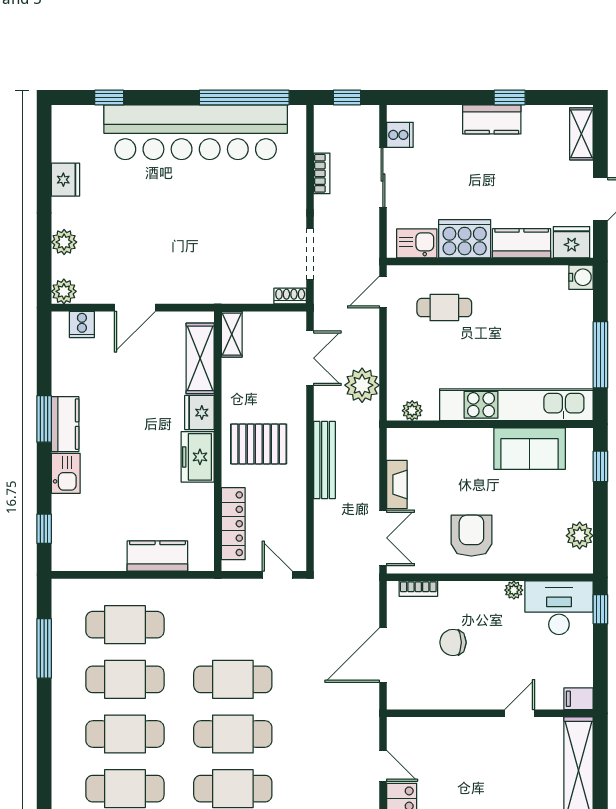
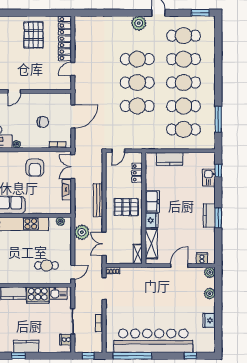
kitchen sink: (66, 473) -> (209, 178), moved
locker: (233, 524) -> (137, 173), width x0.66
door: (277, 575) -> (118, 151), hinge flipped
door: (383, 766) -> (73, 69), hinge flipped

